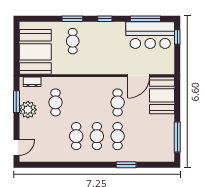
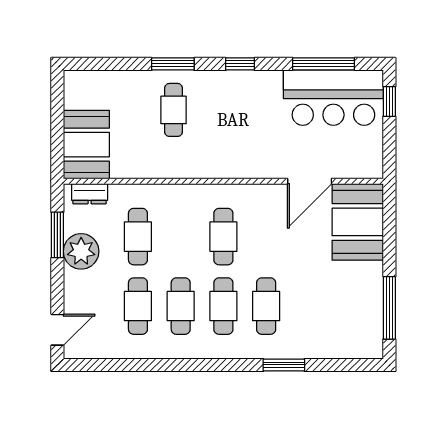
booth: (35, 52) -> (86, 145), width x0.73, depth x0.70
cafe table: (118, 102) -> (223, 237), moved
cafe table: (55, 136) -> (138, 306), added

